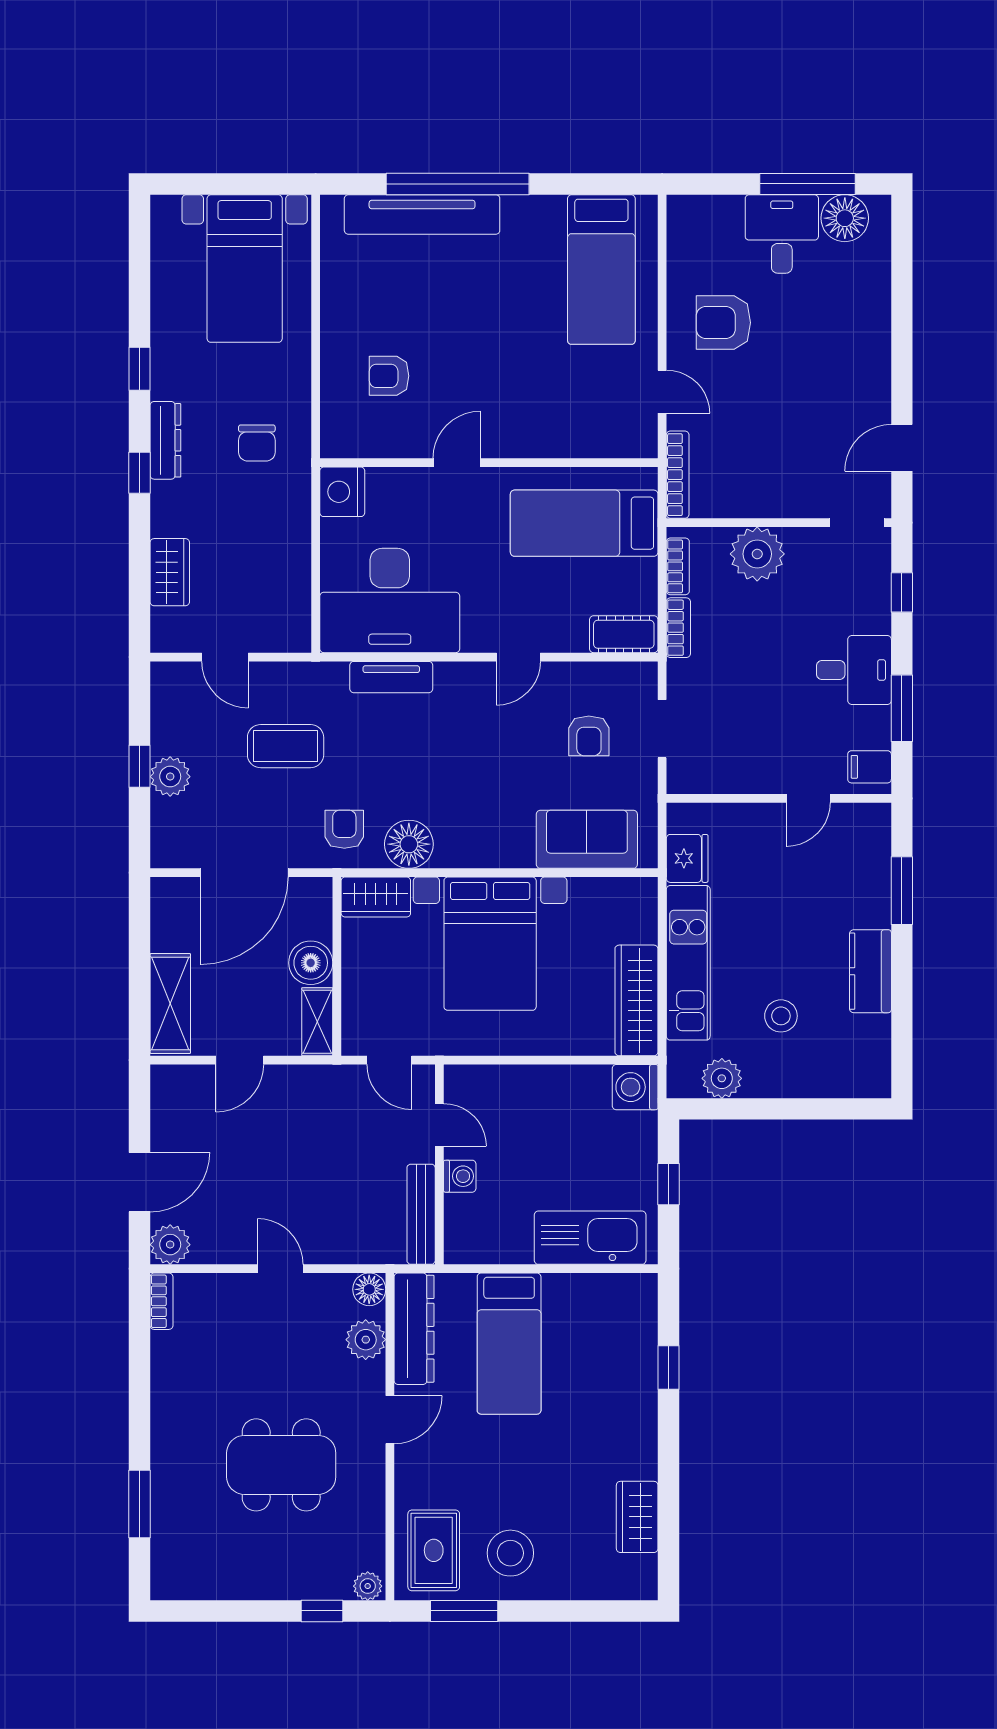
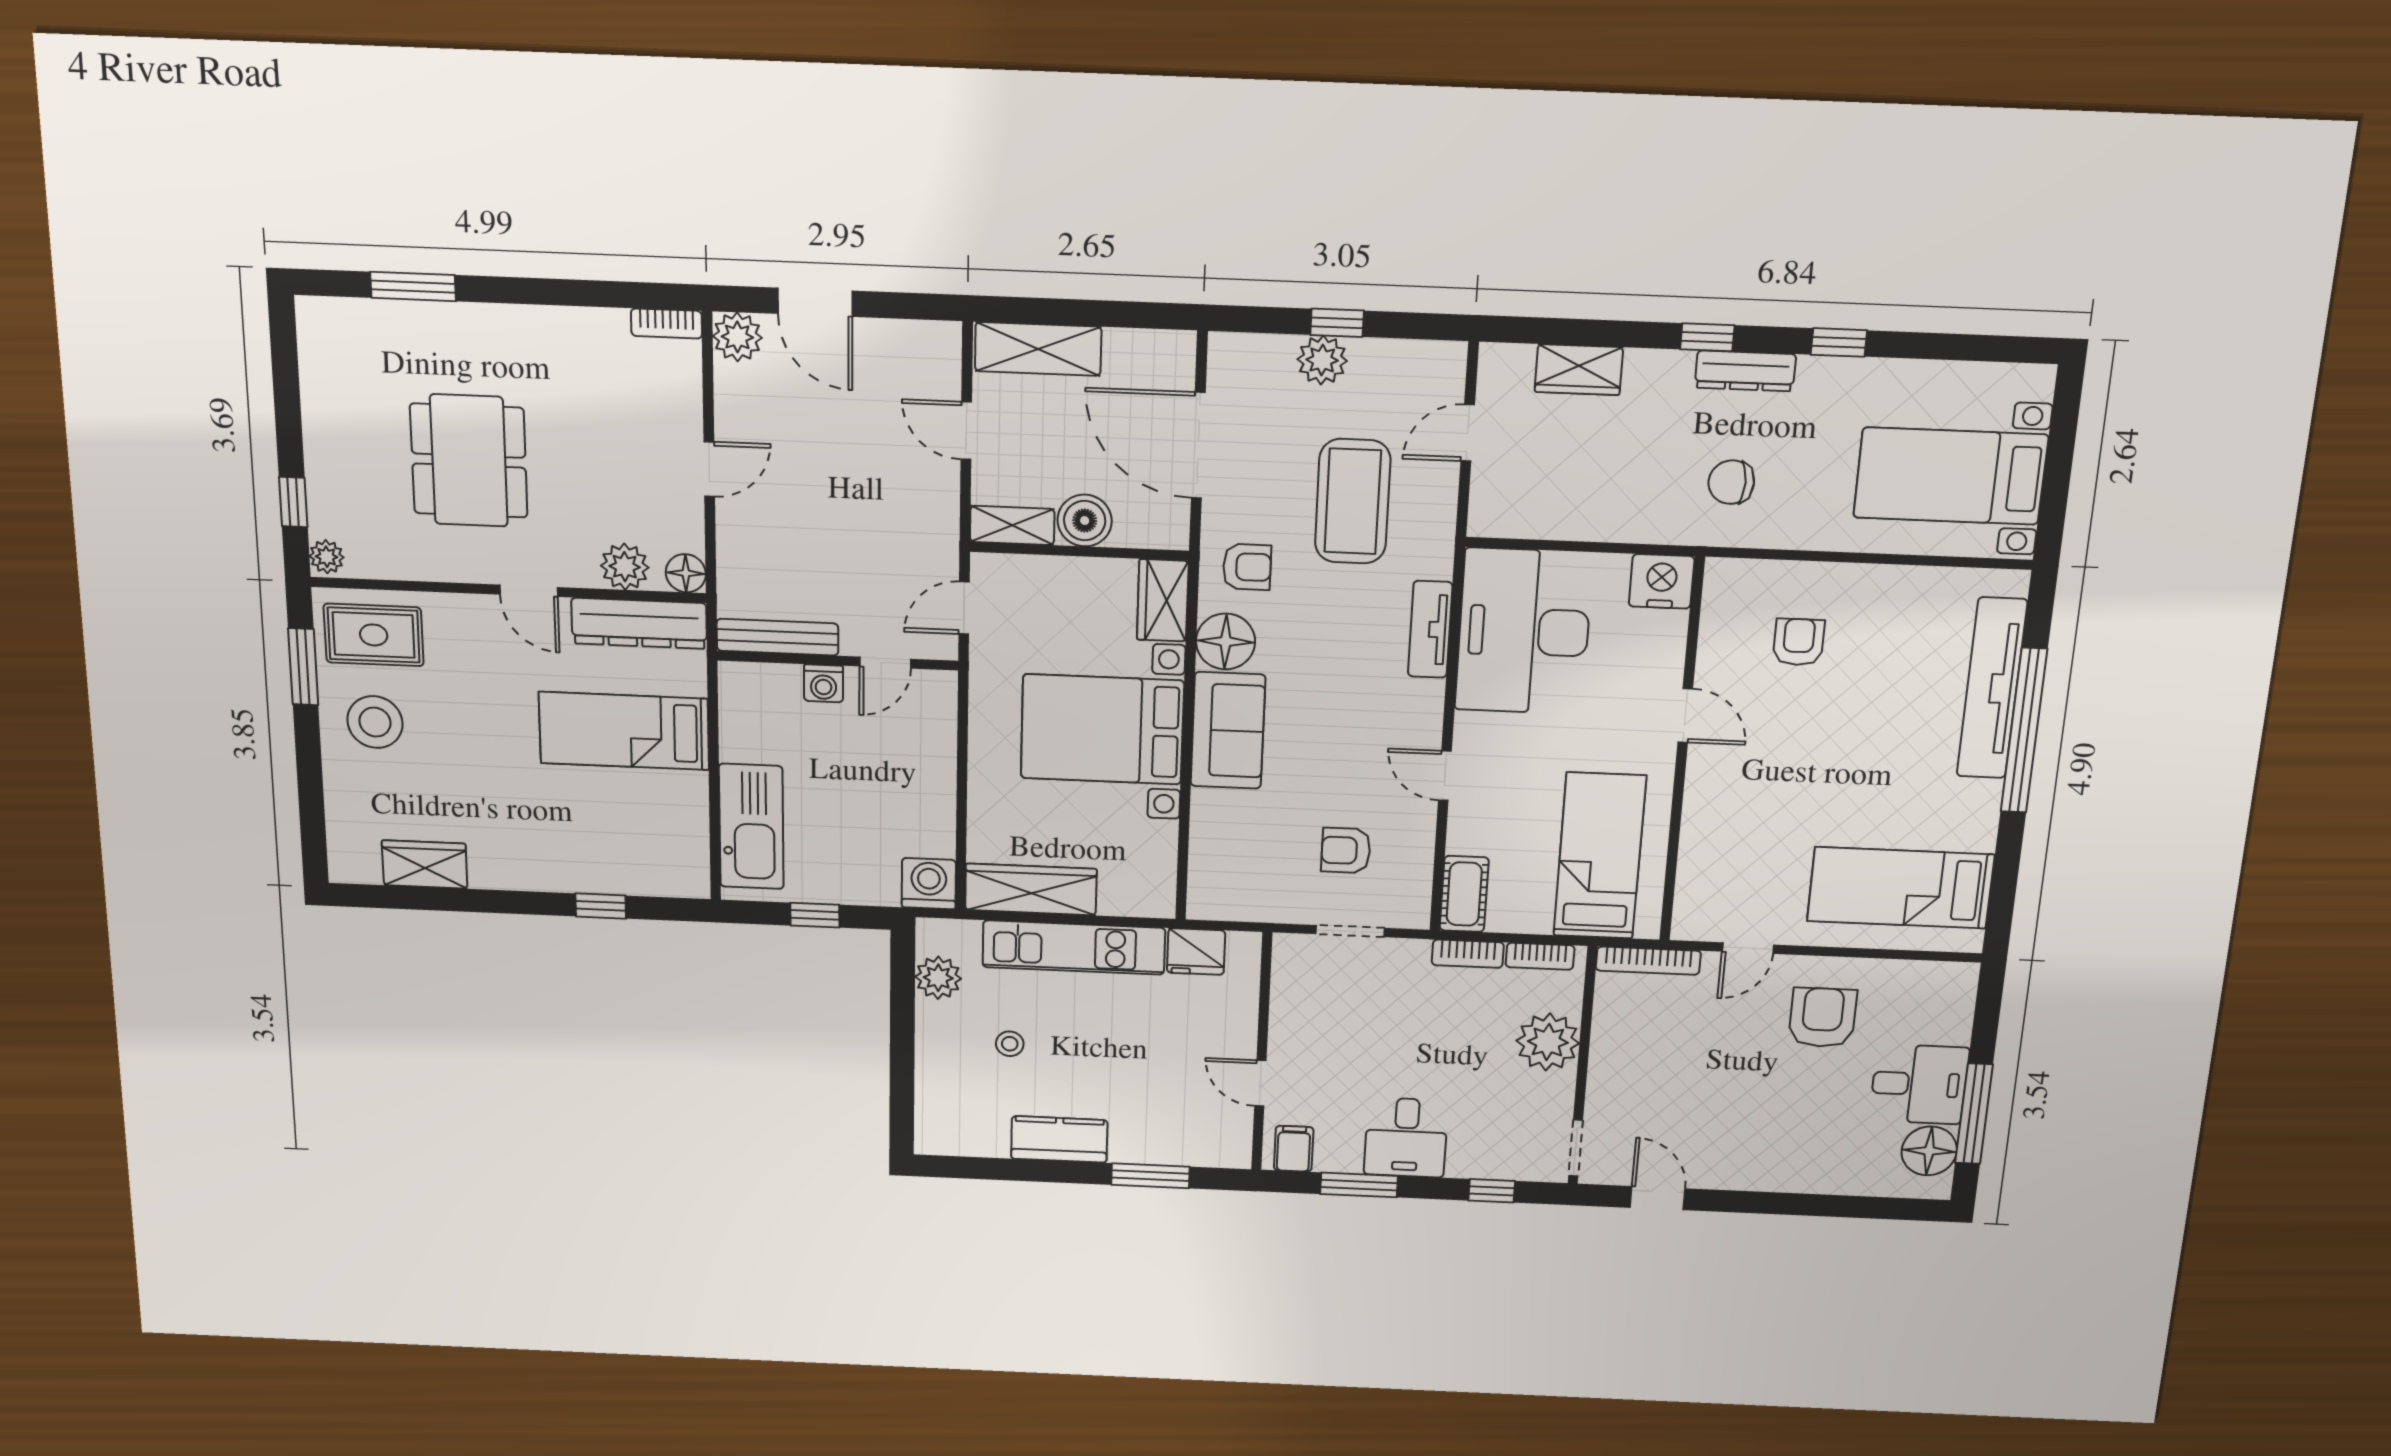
coffee table: (286, 746) -> (1353, 501), width x1.36, depth x1.32
sofa: (587, 839) -> (1228, 730), moved
stool: (781, 1016) -> (1010, 1044), width x0.73, depth x0.73

